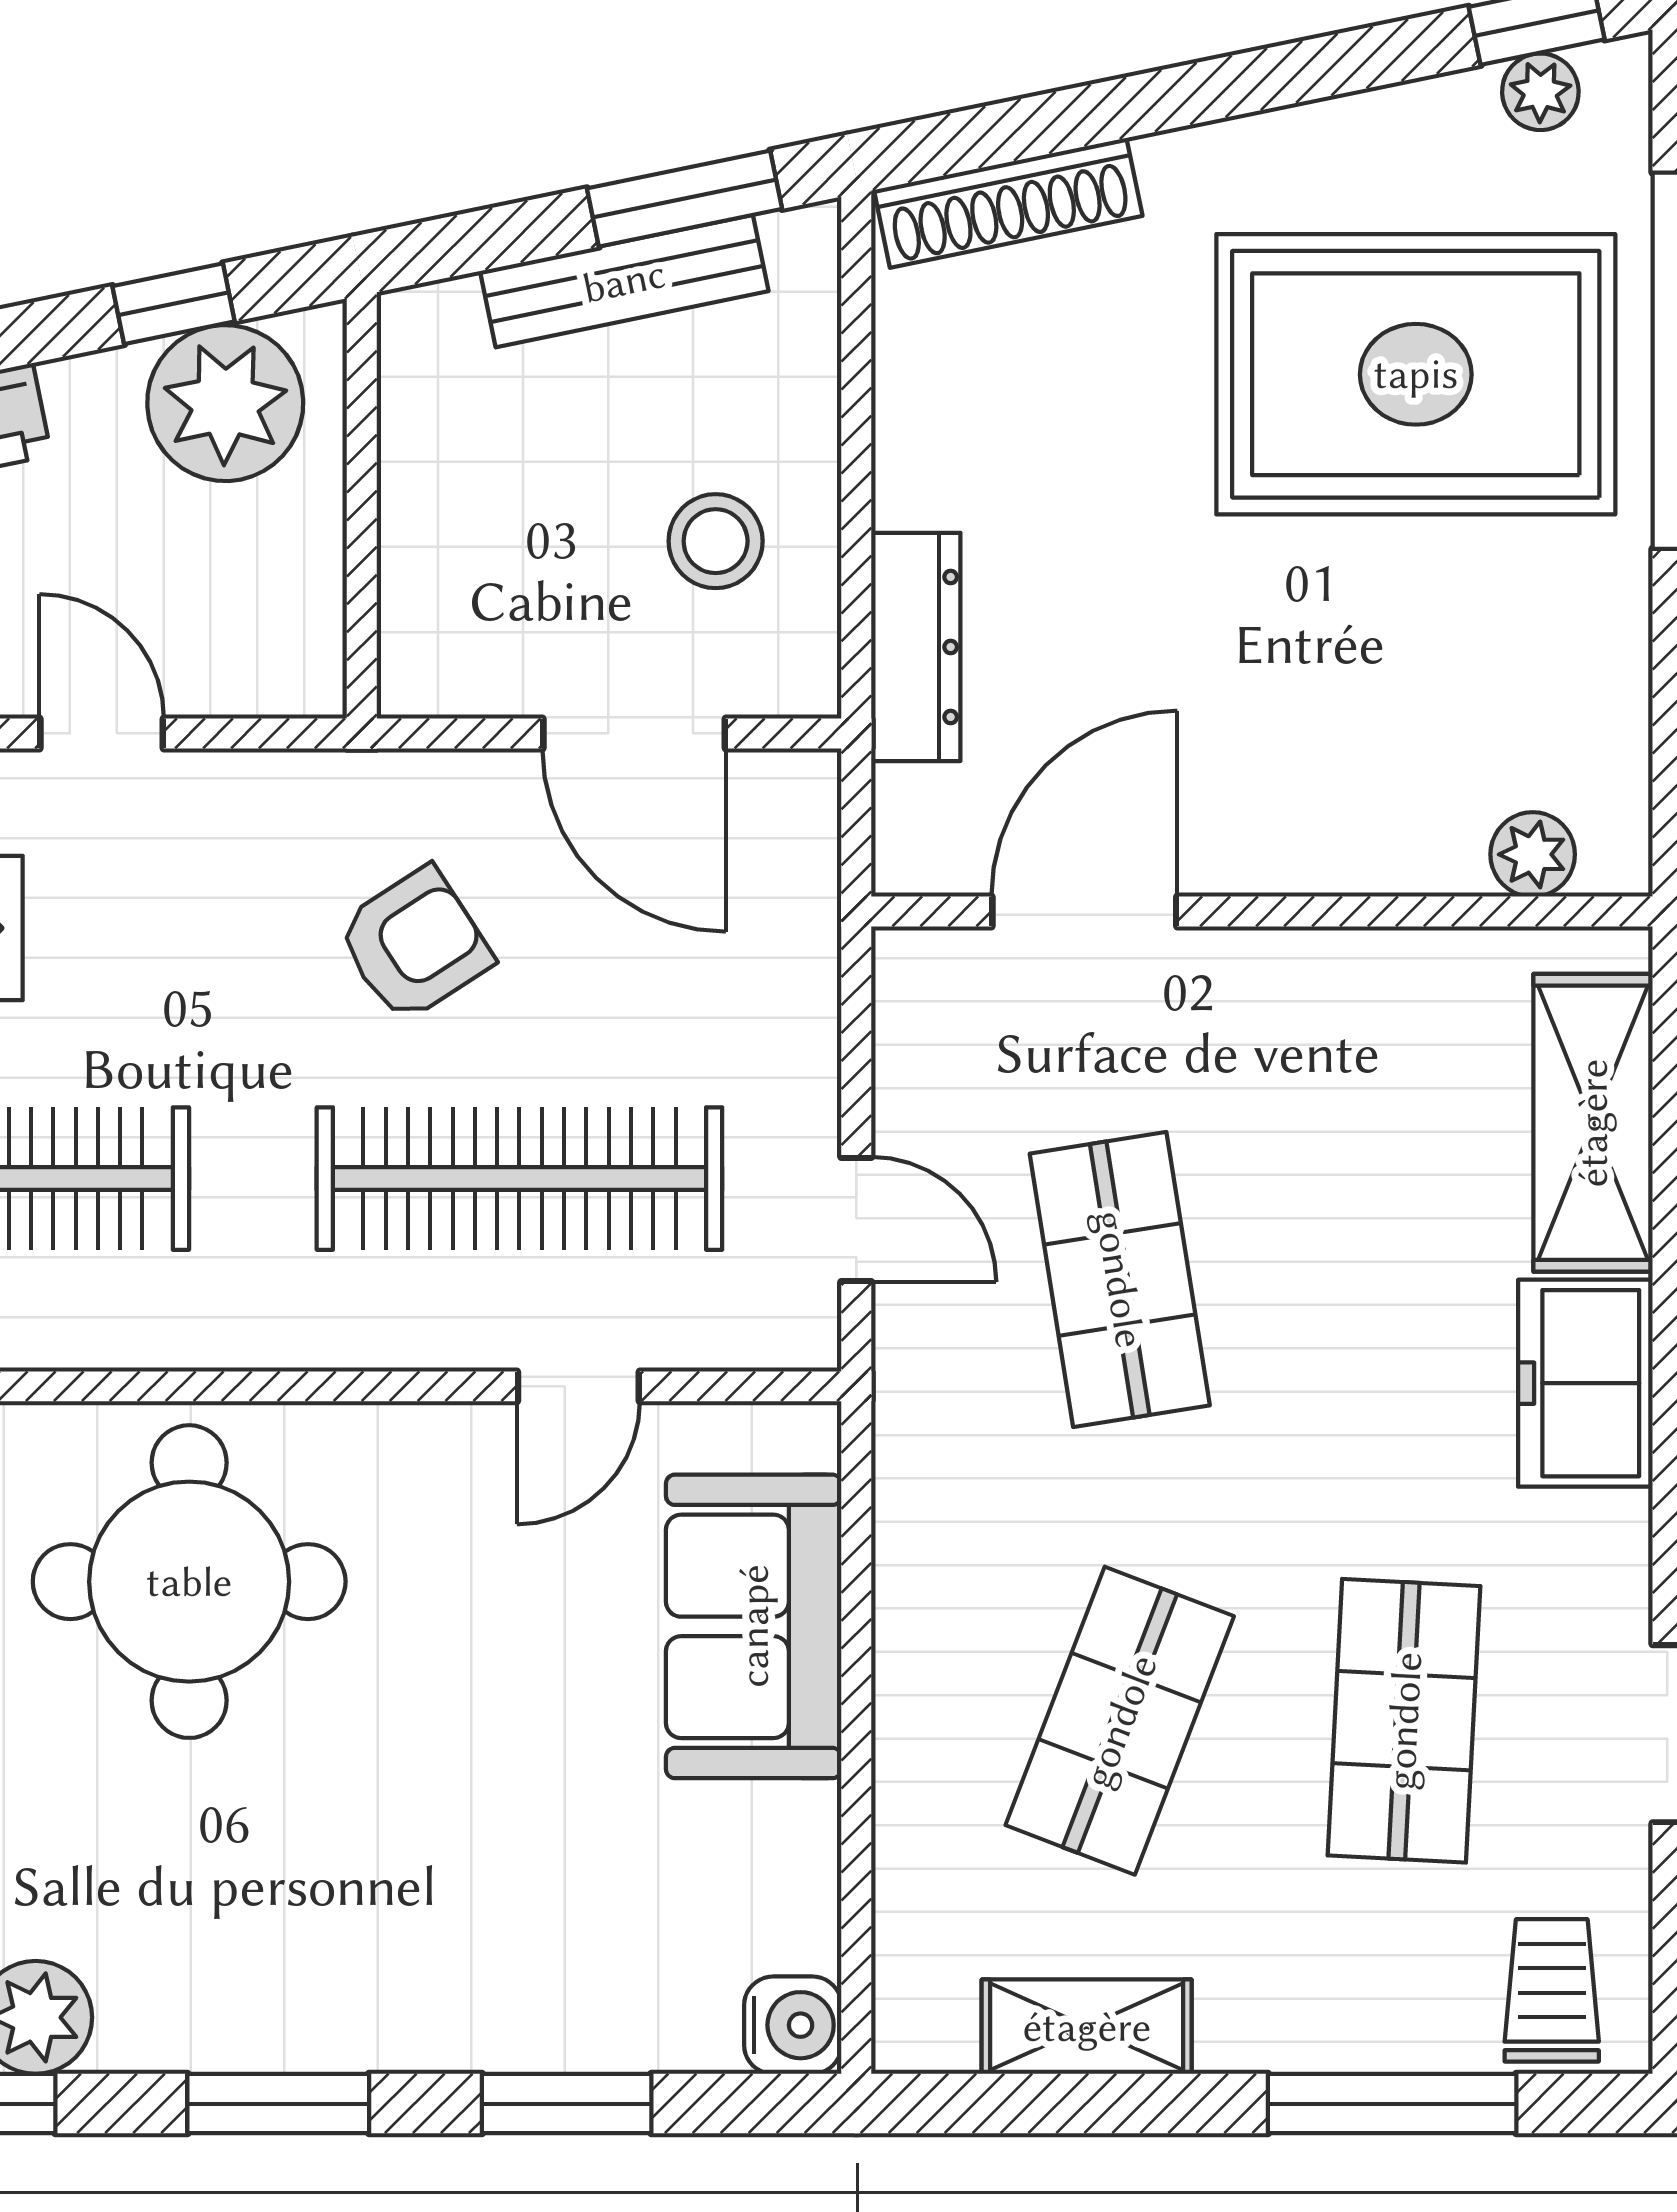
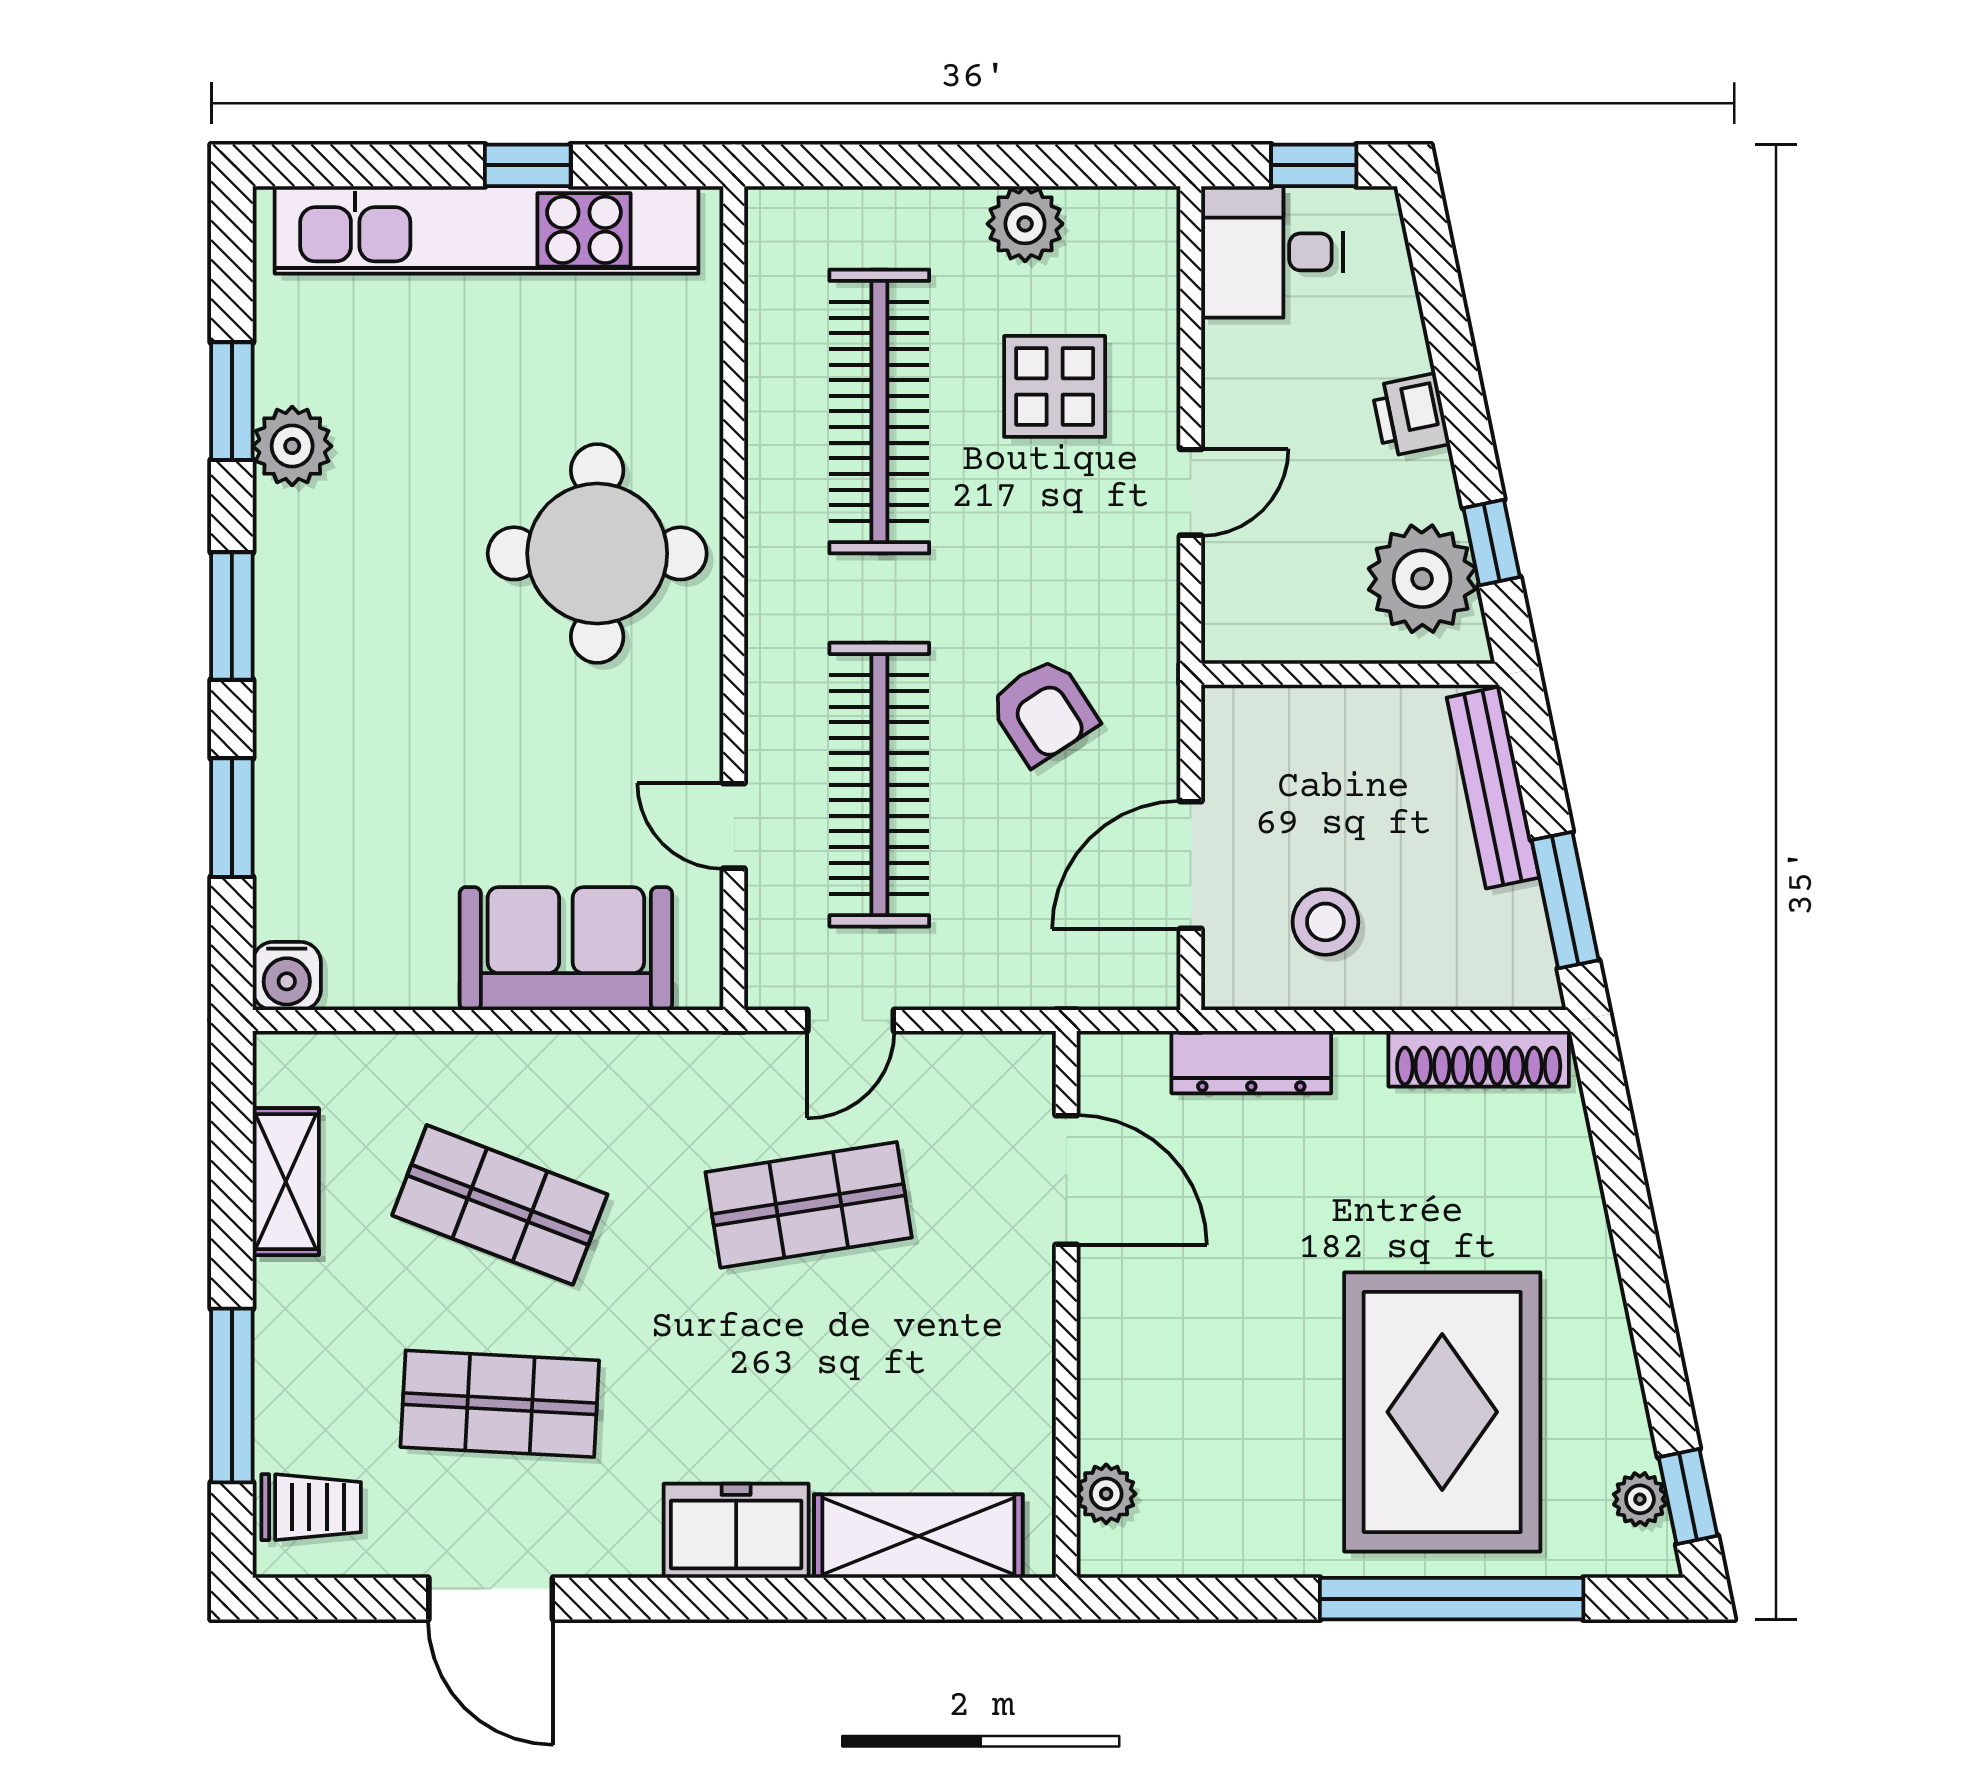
shoe rack: (1008, 203) -> (1479, 1059), moved, turned -78
bench: (624, 281) -> (1493, 788), moved

